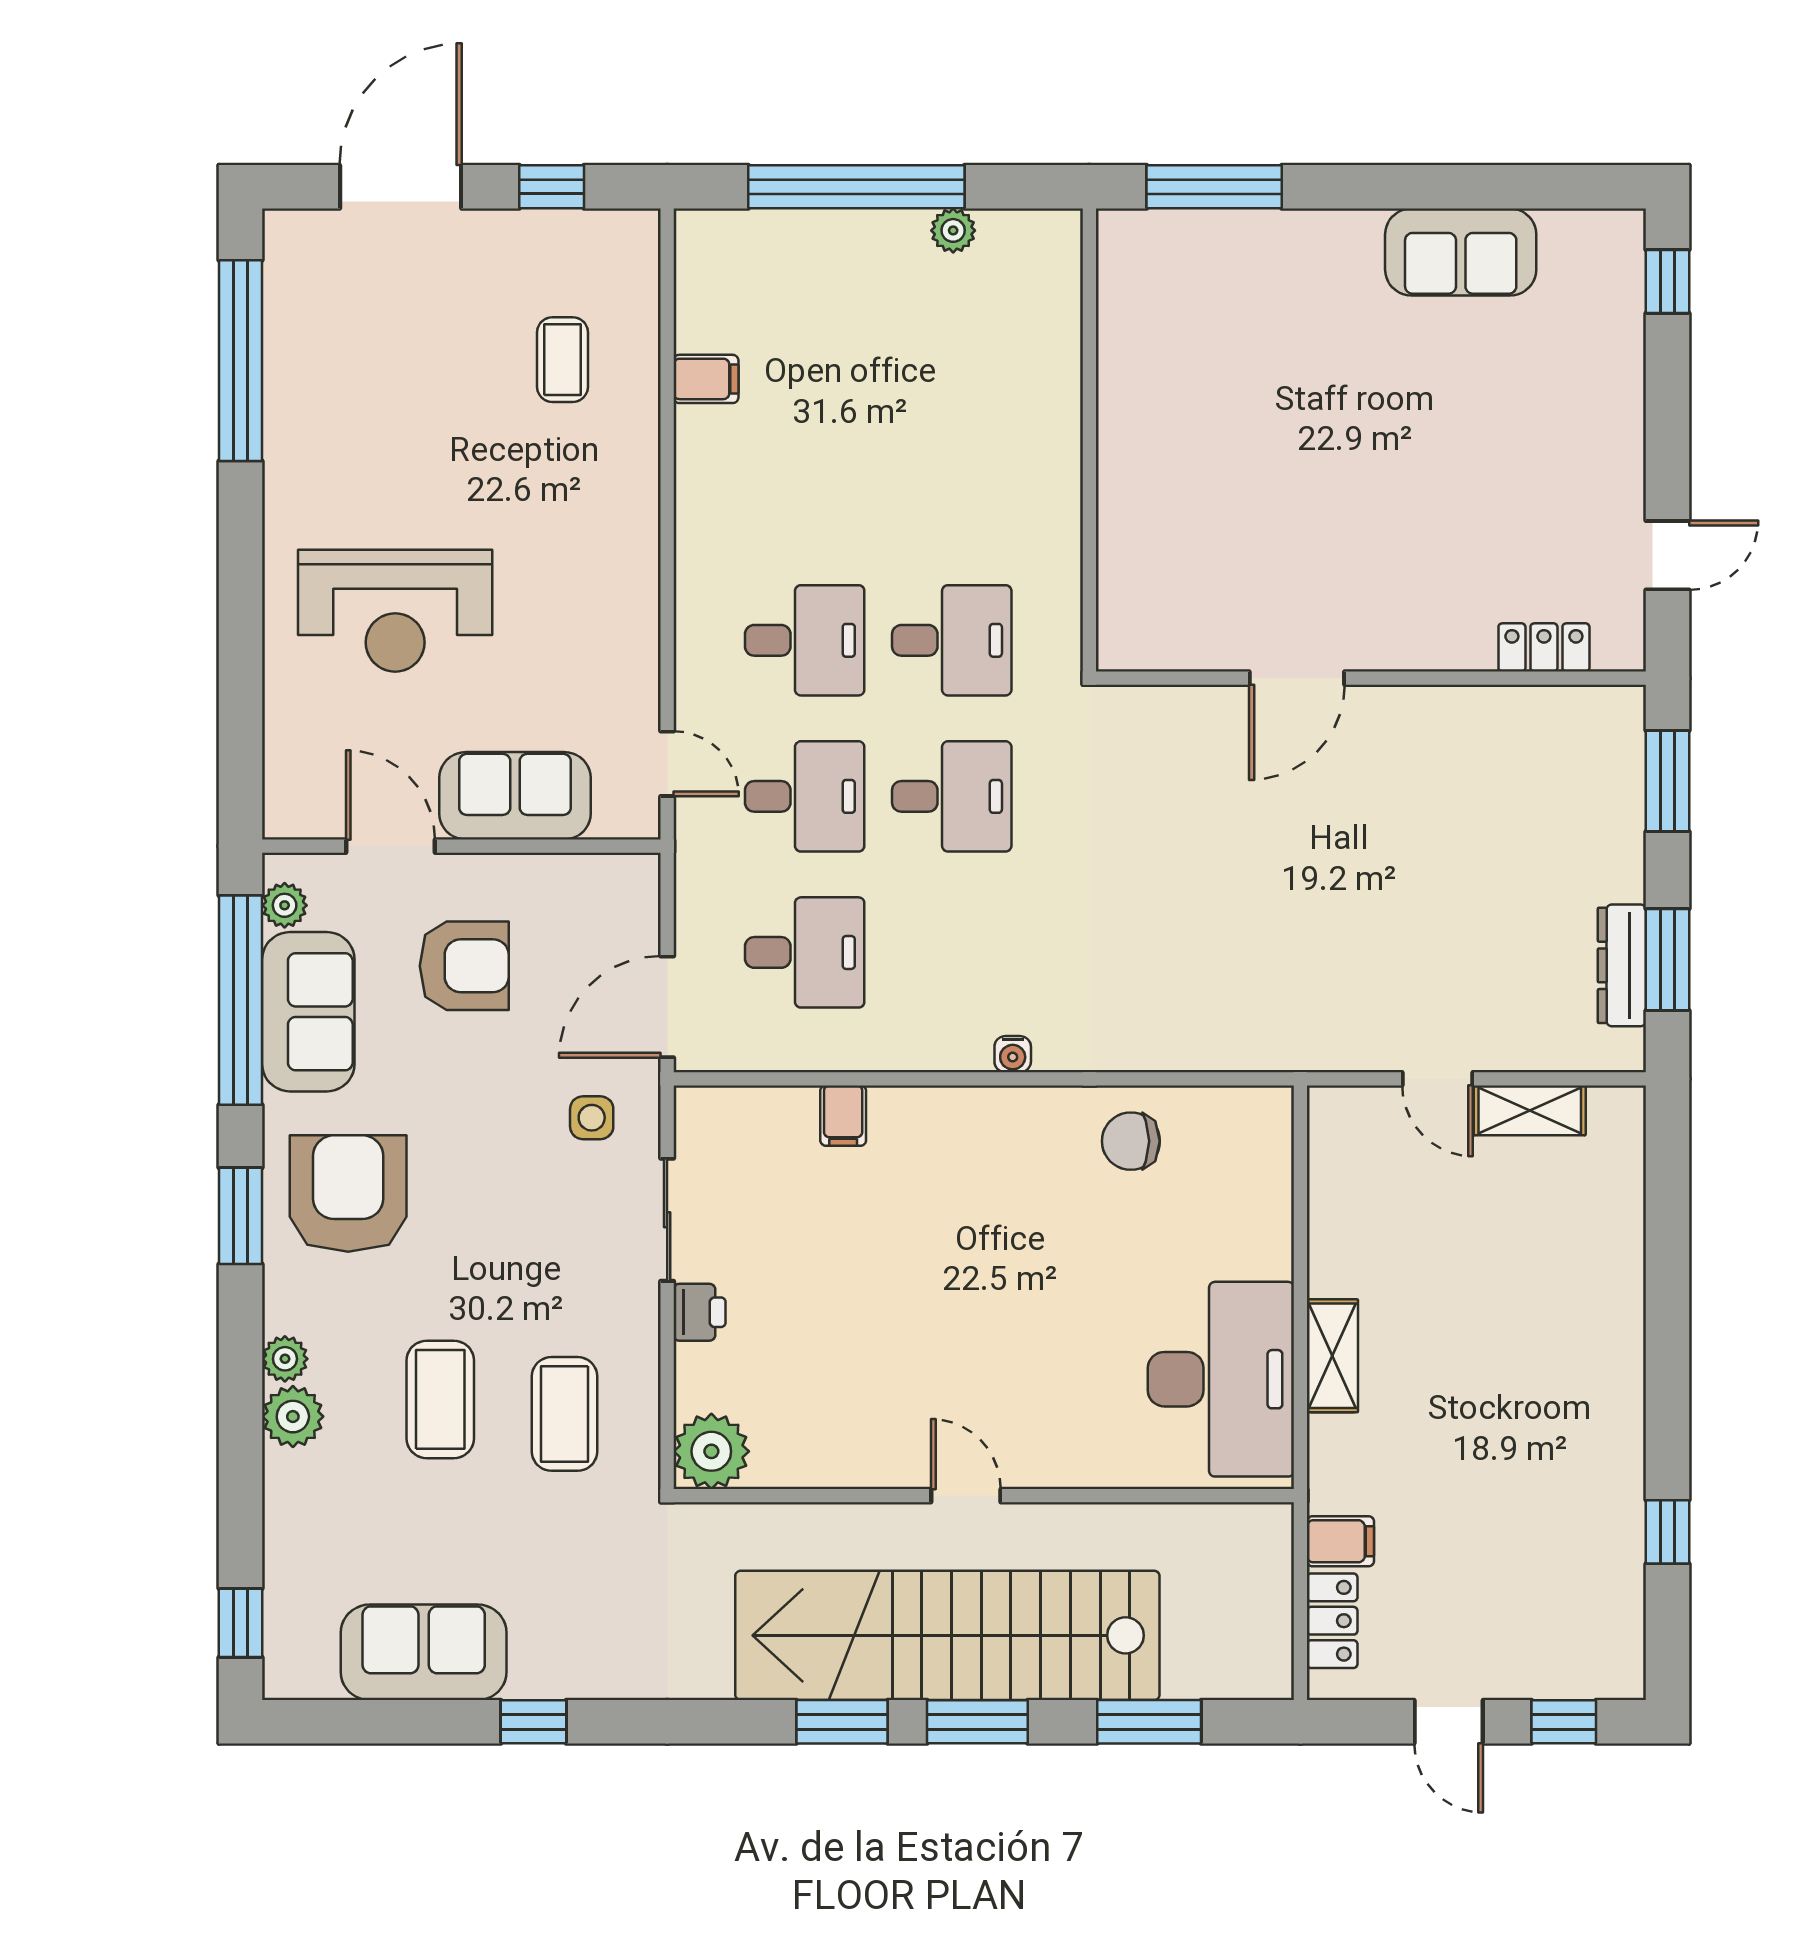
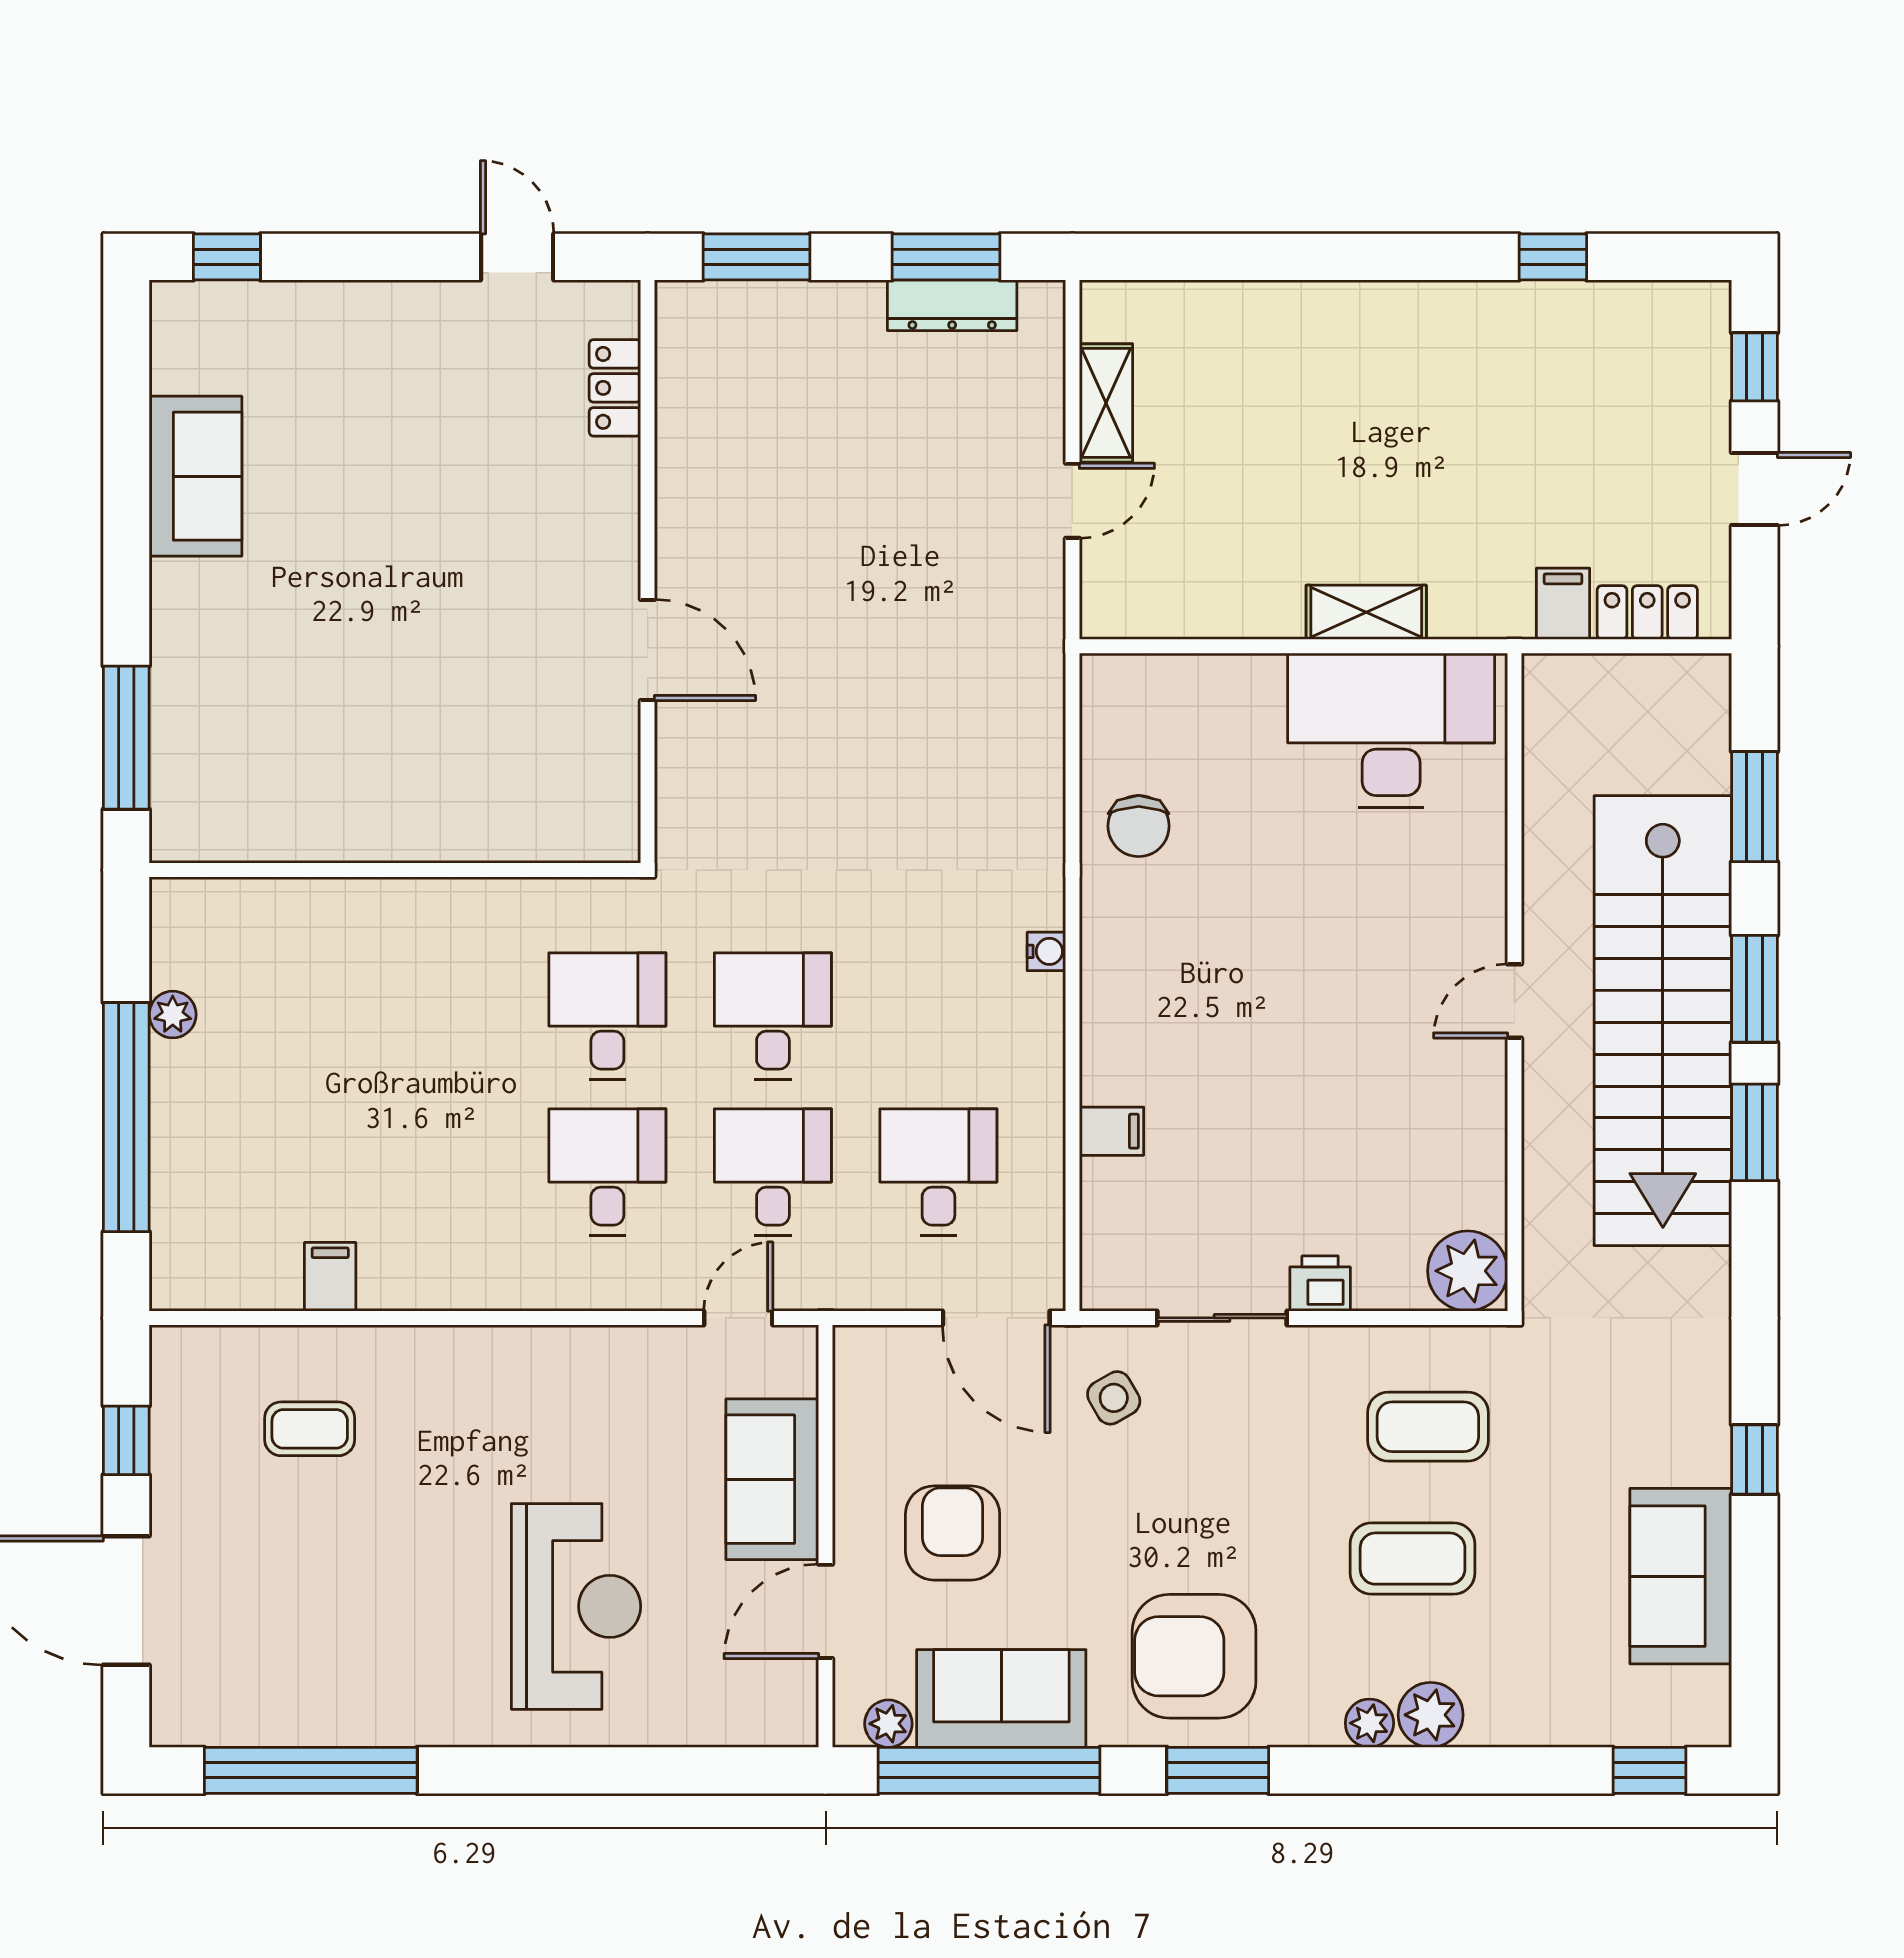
side table: (592, 1118) -> (1114, 1398), turned -30

